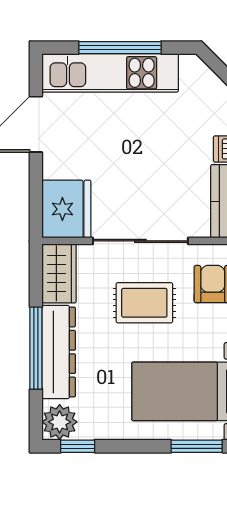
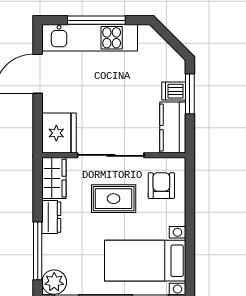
window: (36, 348) -> (38, 251), moved
dresser: (59, 352) -> (51, 217), width x0.51, depth x0.80

